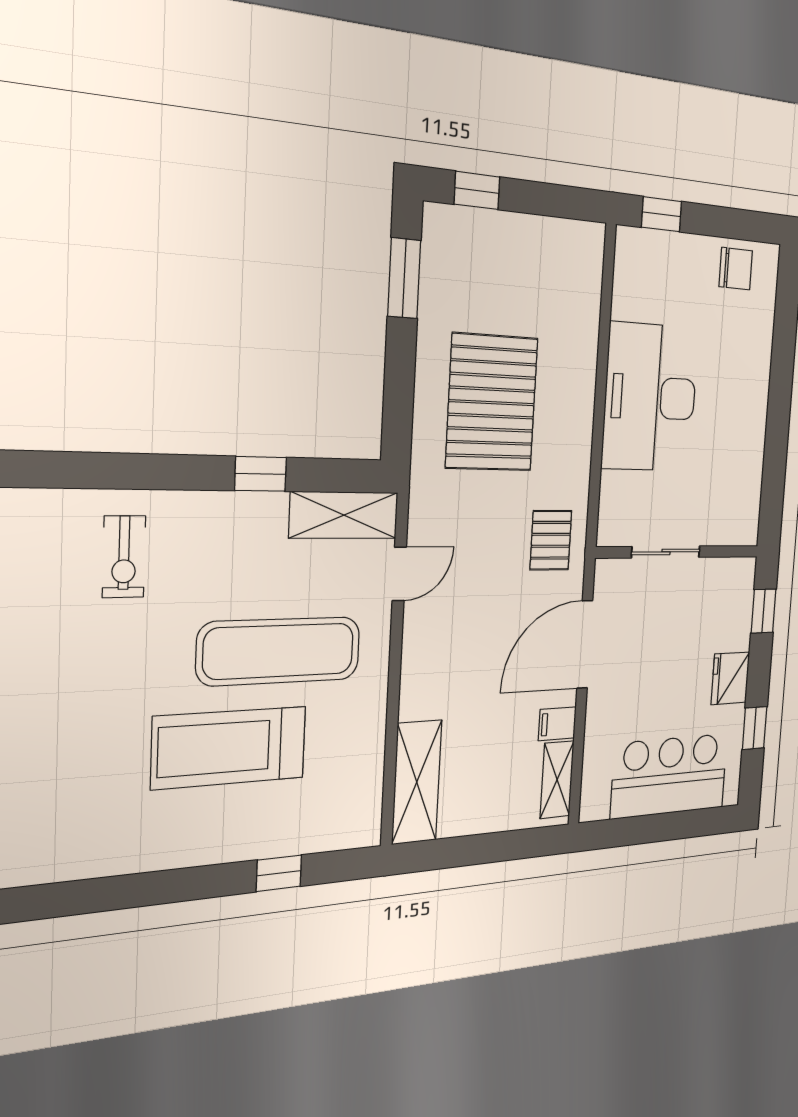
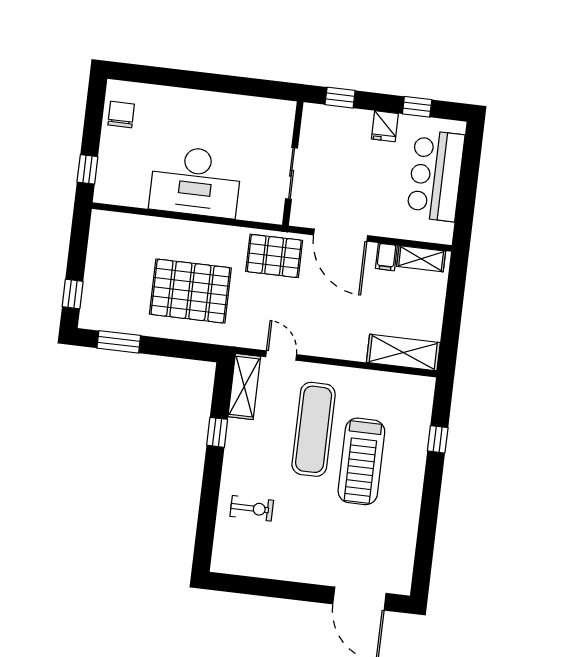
pallet: (551, 540) -> (274, 256), width x1.50, depth x1.42
fridge: (730, 678) -> (385, 126), width x0.72

